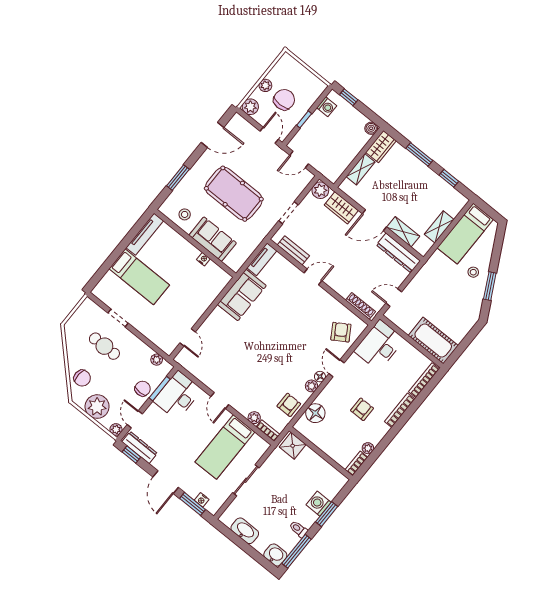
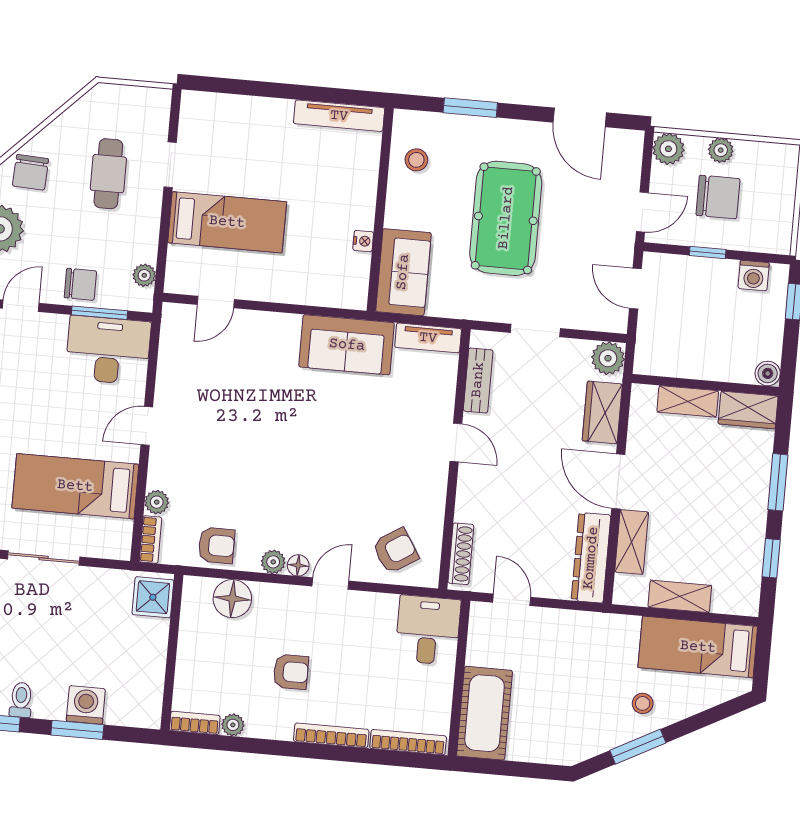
sofa: (213, 239) -> (403, 272), moved
bed: (139, 277) -> (227, 222), moved, turned -90
desk: (379, 345) -> (428, 630), width x0.73

